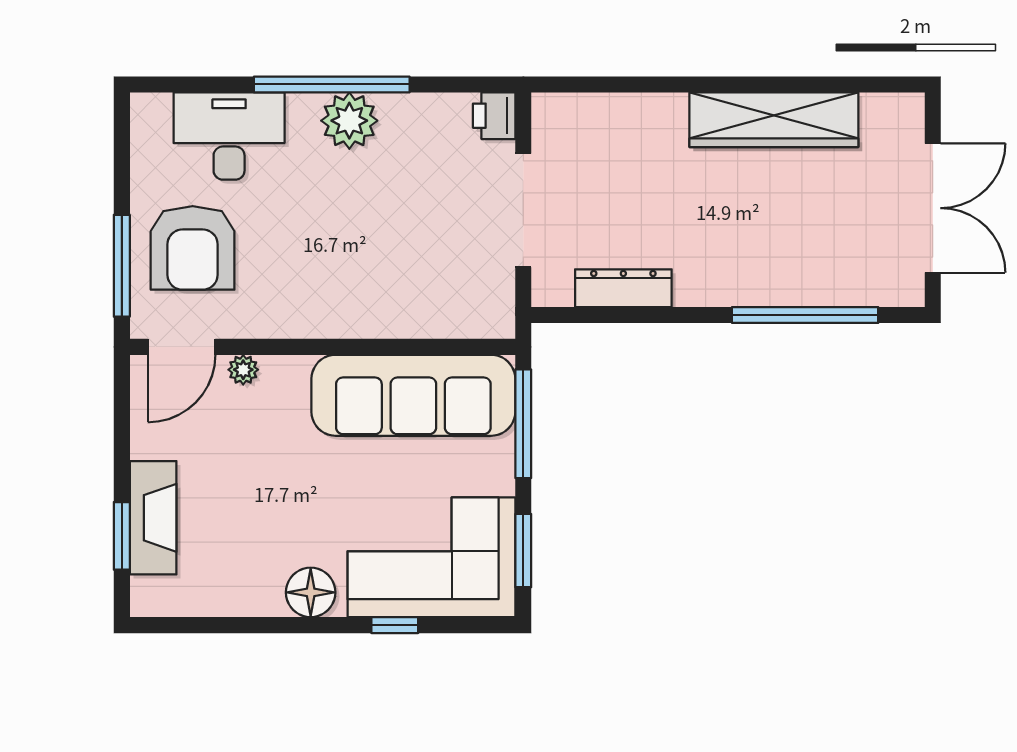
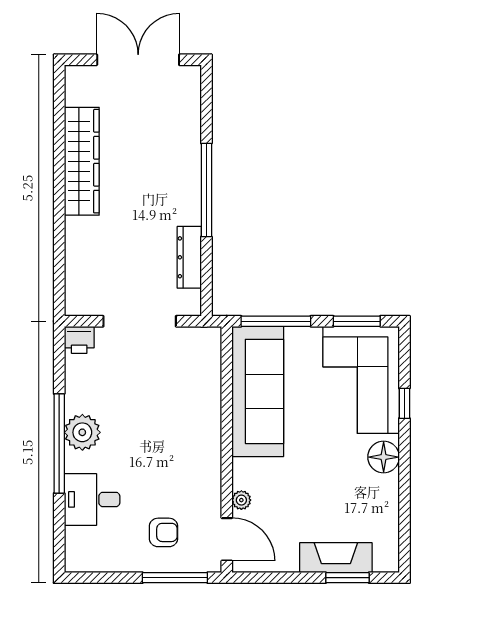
desk: (229, 136) -> (92, 499), width x0.73
armchair: (193, 248) -> (164, 532), width x0.53, depth x0.53
window: (805, 315) -> (206, 190), moved

